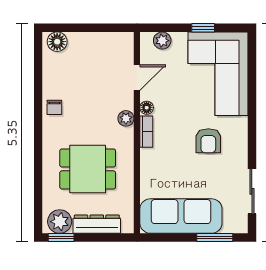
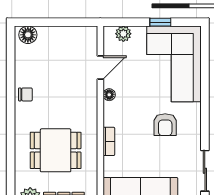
chair: (54, 107) -> (25, 94), turned -90
plant: (126, 118) -> (90, 104), removed
bookcase: (146, 132) -> (109, 141), moved

